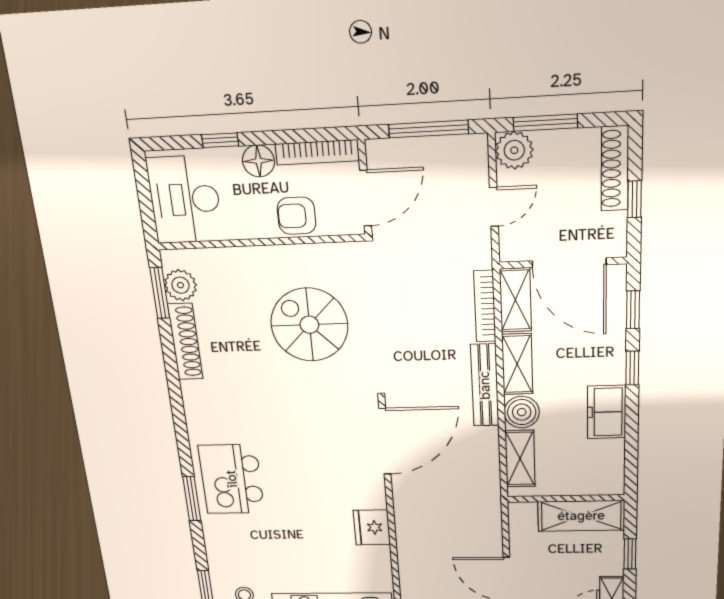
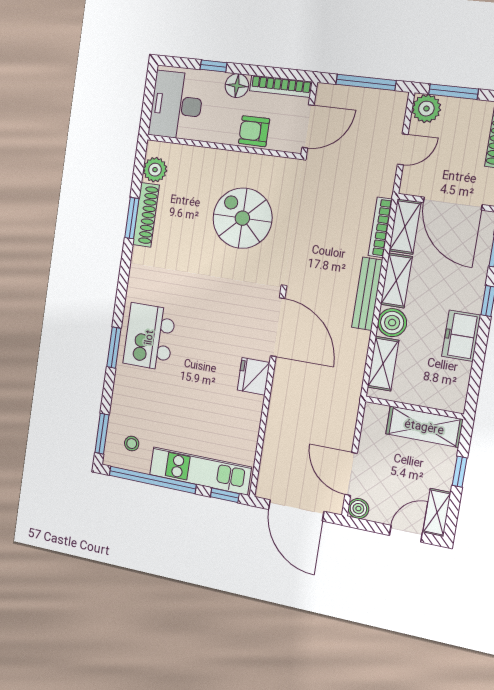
window: (160, 293) -> (132, 218), moved
door: (385, 441) -> (278, 327), hinge flipped
fridge: (372, 527) -> (254, 376), moved

